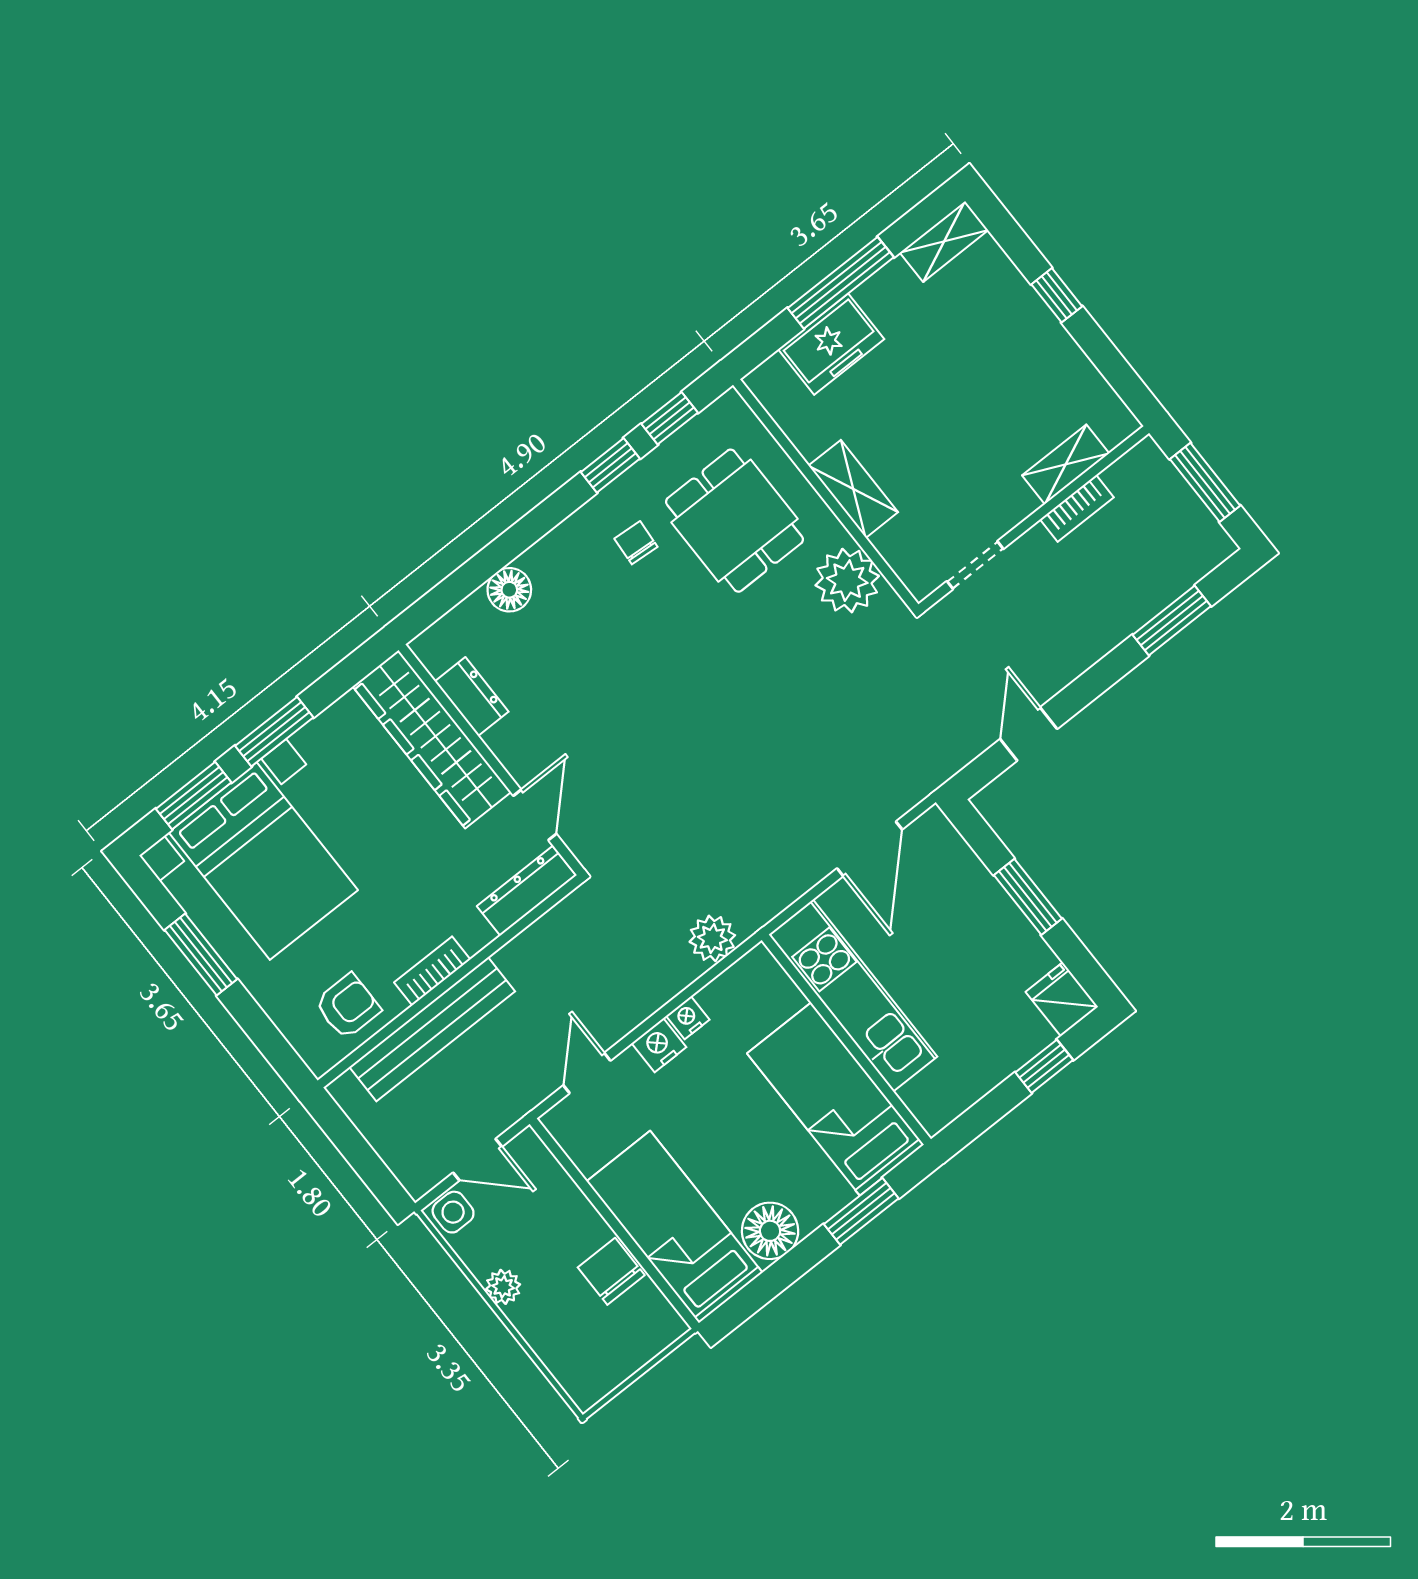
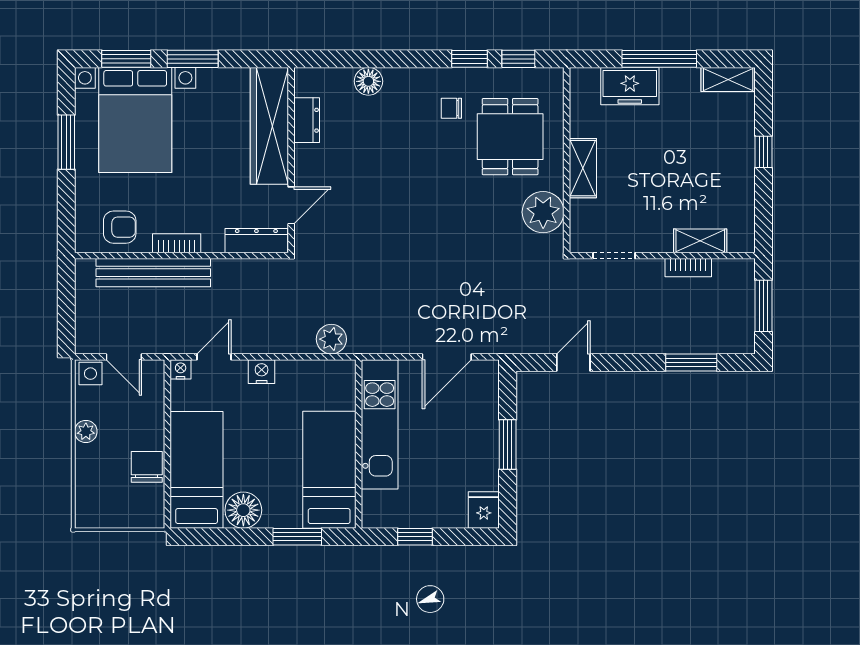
chair: (636, 543) -> (451, 108), turned -94
nightstand: (688, 1018) -> (181, 369), moved
window: (1044, 1066) -> (415, 537), moved

